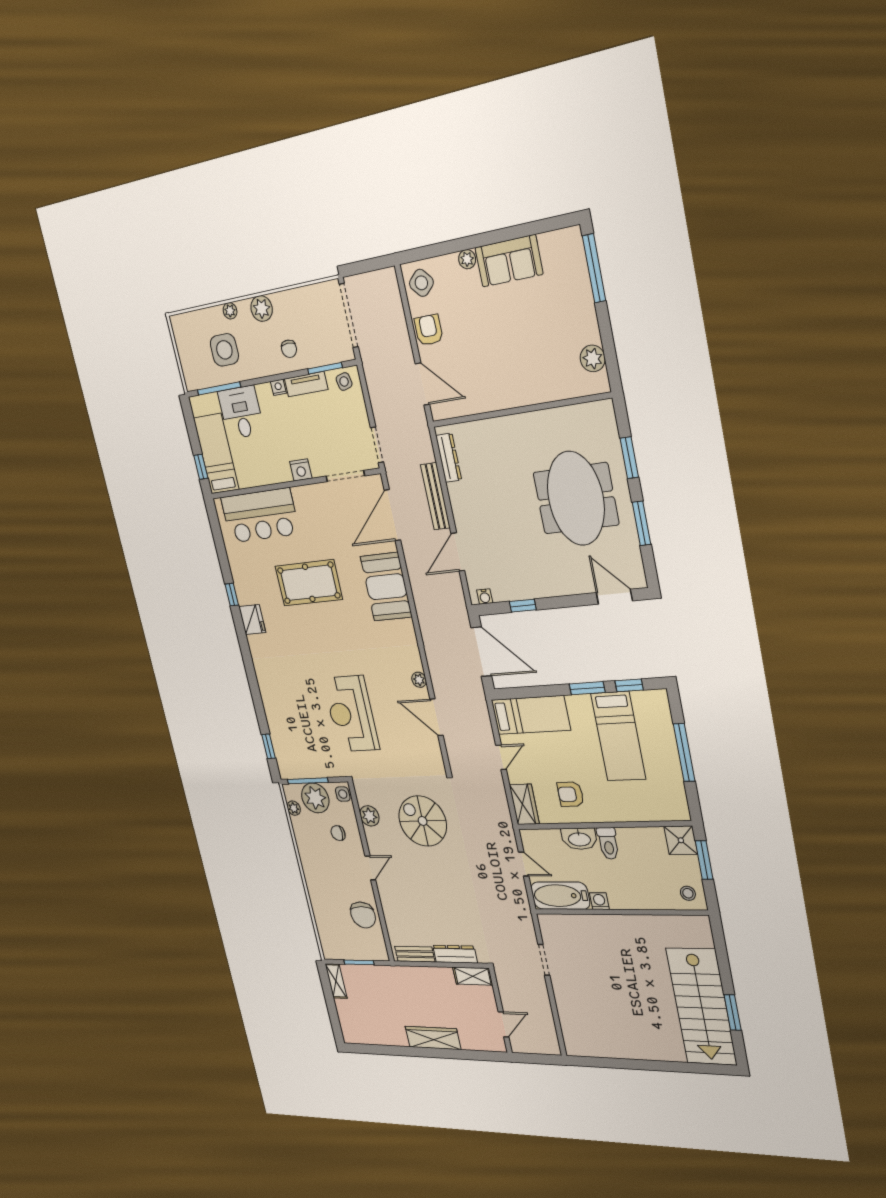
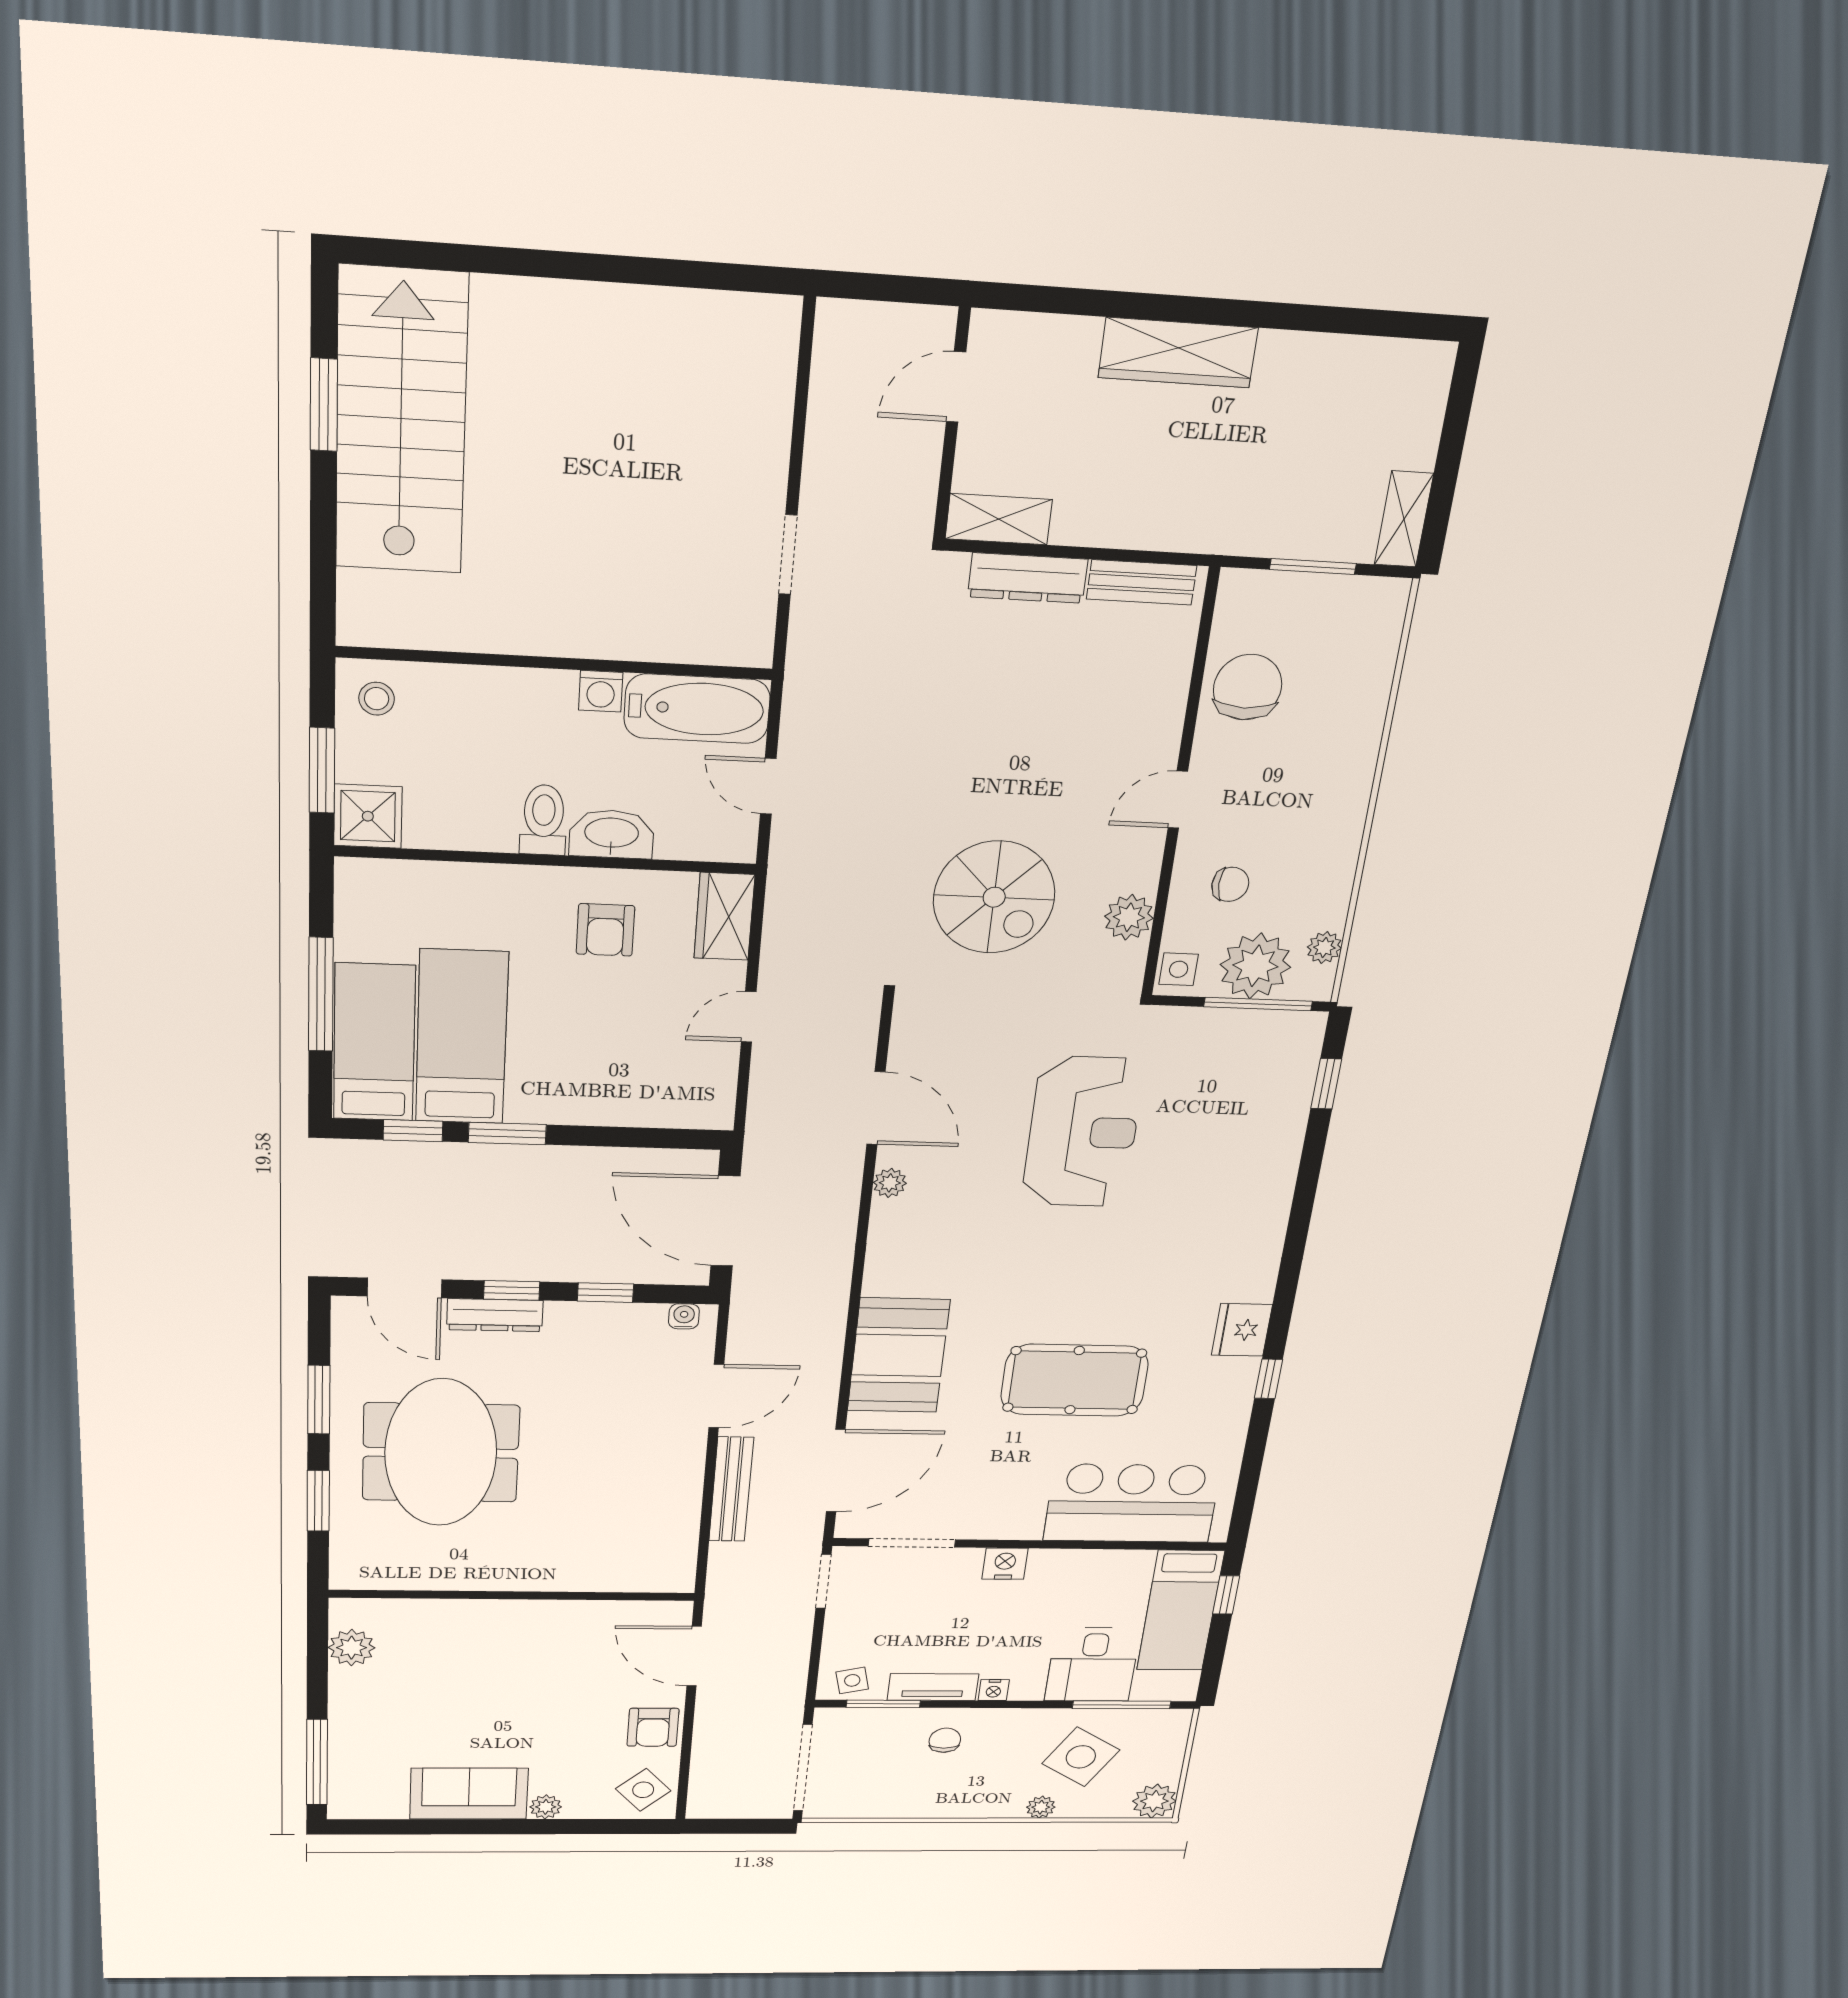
plant: (262, 309) -> (1154, 1801), moved
side table: (224, 350) -> (1081, 1757), turned 32
dresser: (449, 458) -> (495, 1315), moved, turned -90
window: (565, 602) -> (512, 1290), added
bed: (531, 715) -> (374, 1043), moved, turned 90
armchair: (570, 794) -> (605, 930), turned 90

